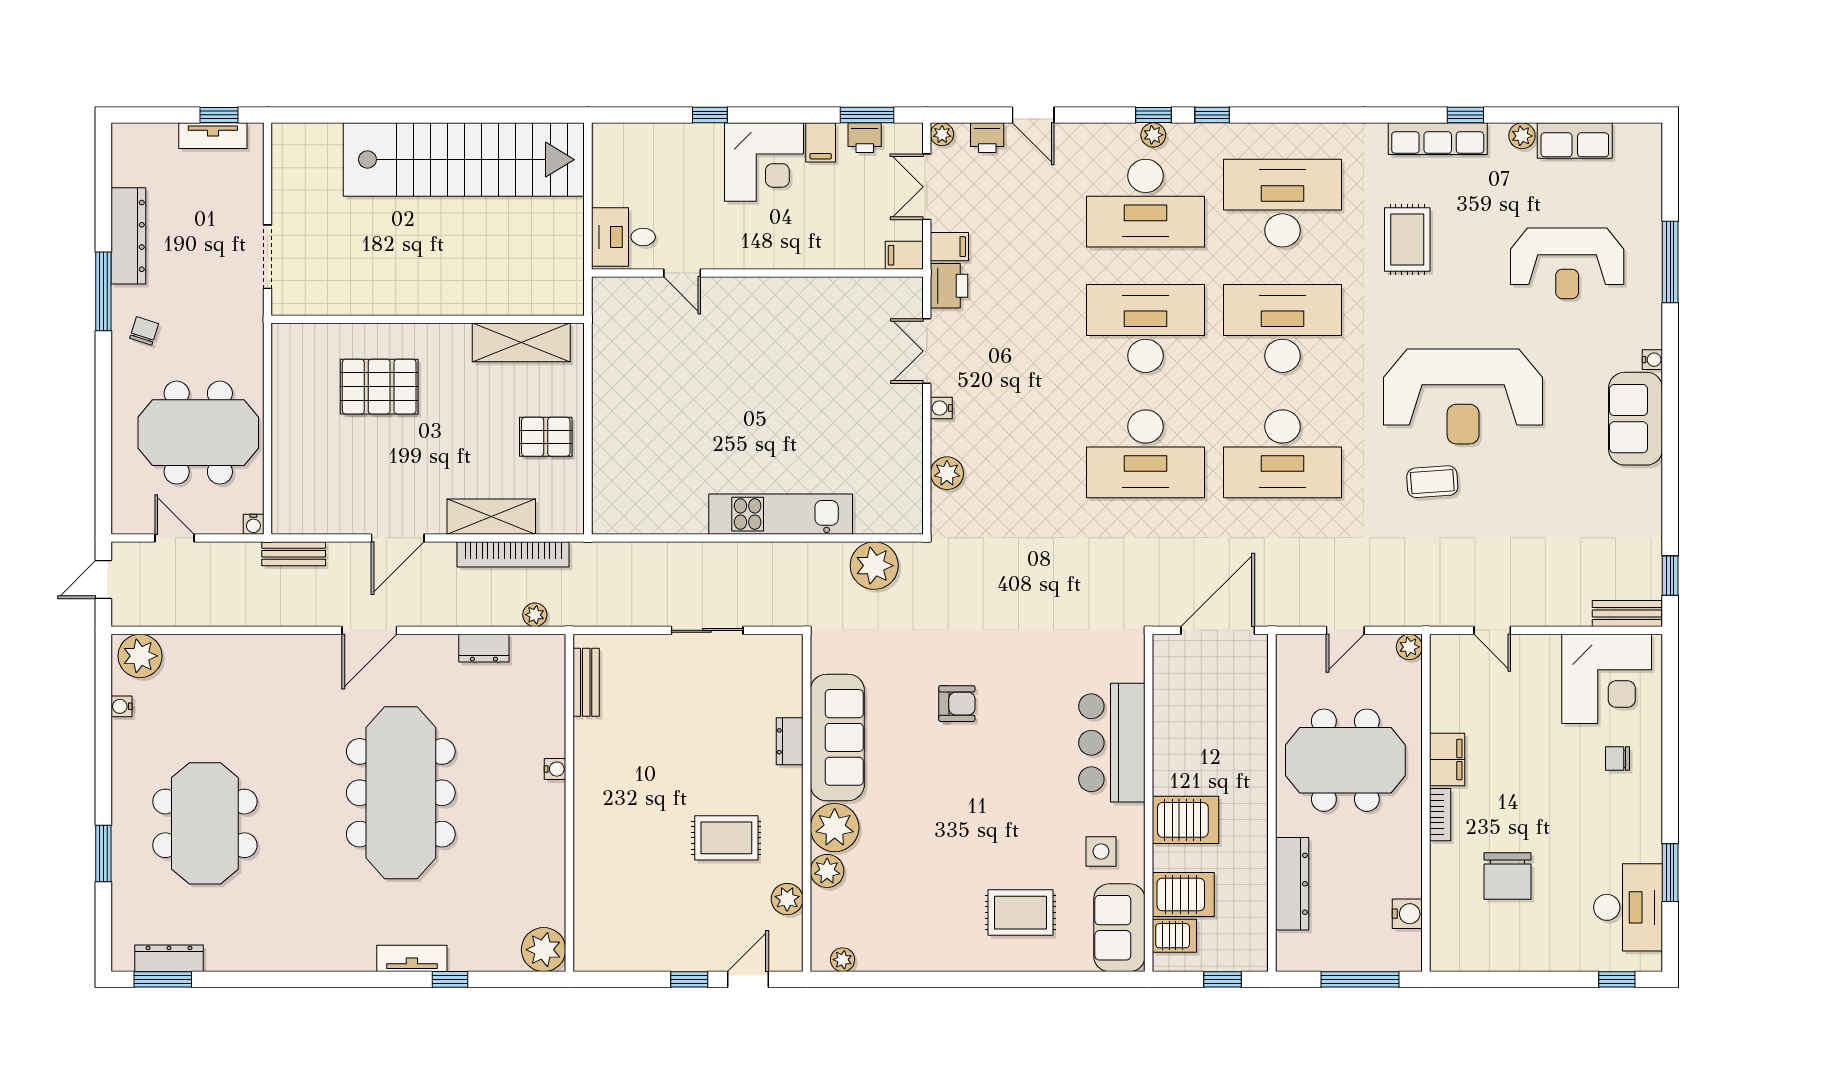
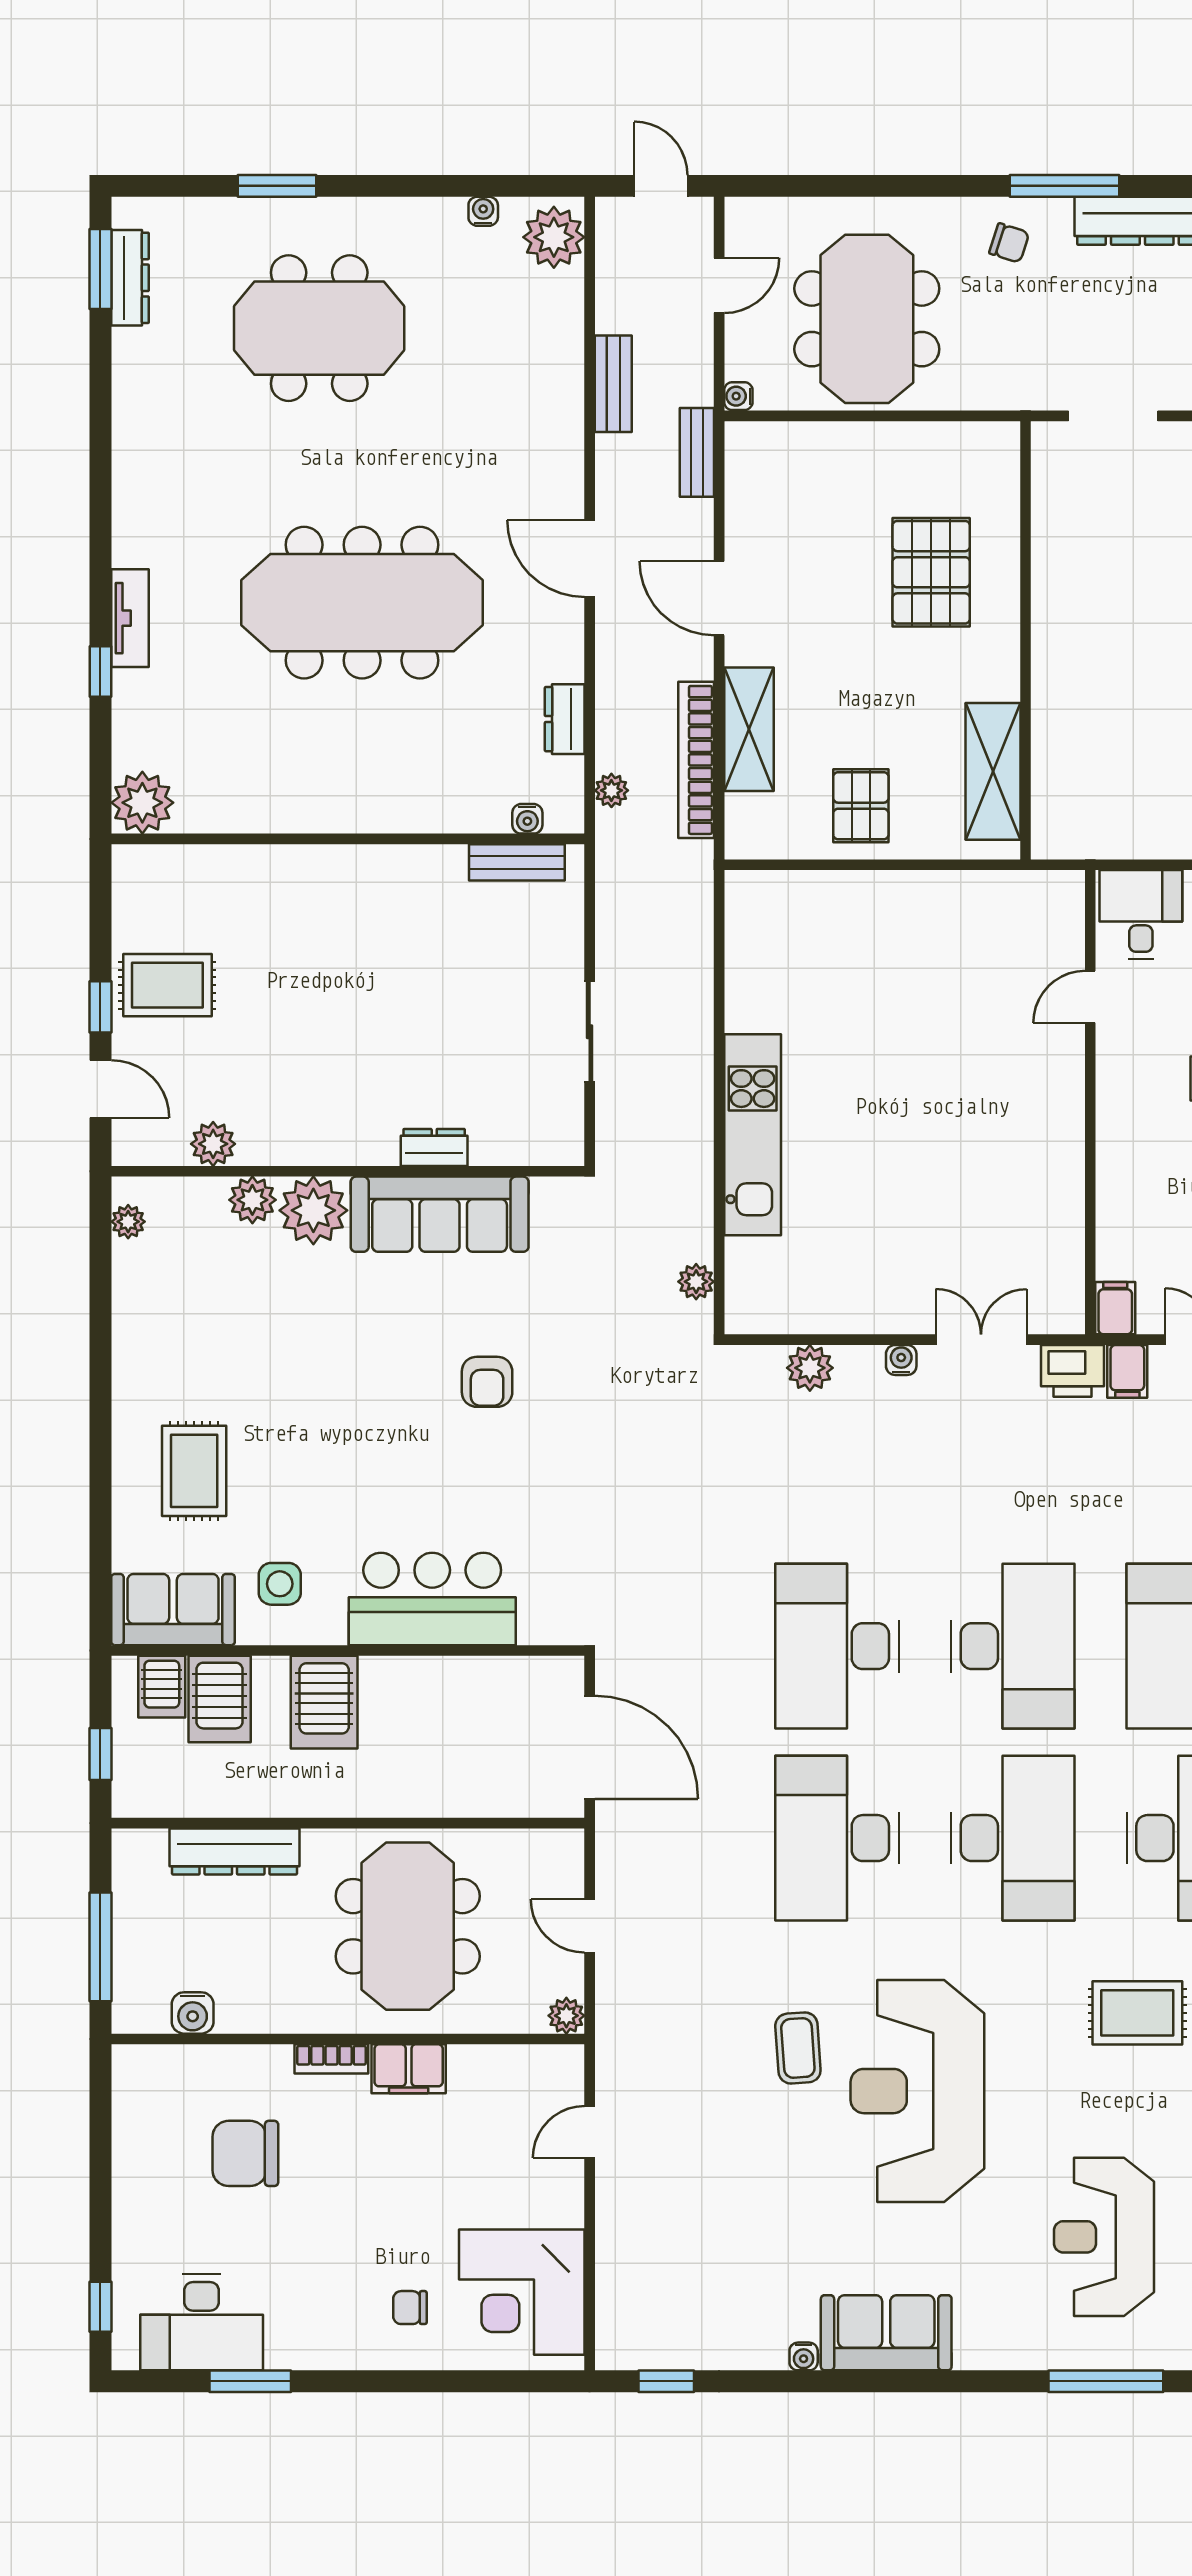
water cooler: (1652, 360) -> (804, 2356), moved
plant: (874, 566) -> (696, 1282), width x0.53, depth x0.53
bench: (1627, 613) -> (613, 384), moved
chair: (1618, 759) -> (410, 2308), turned -90
water cooler: (555, 769) -> (527, 819), moved
rug: (726, 838) -> (167, 985), moved, turned 90

